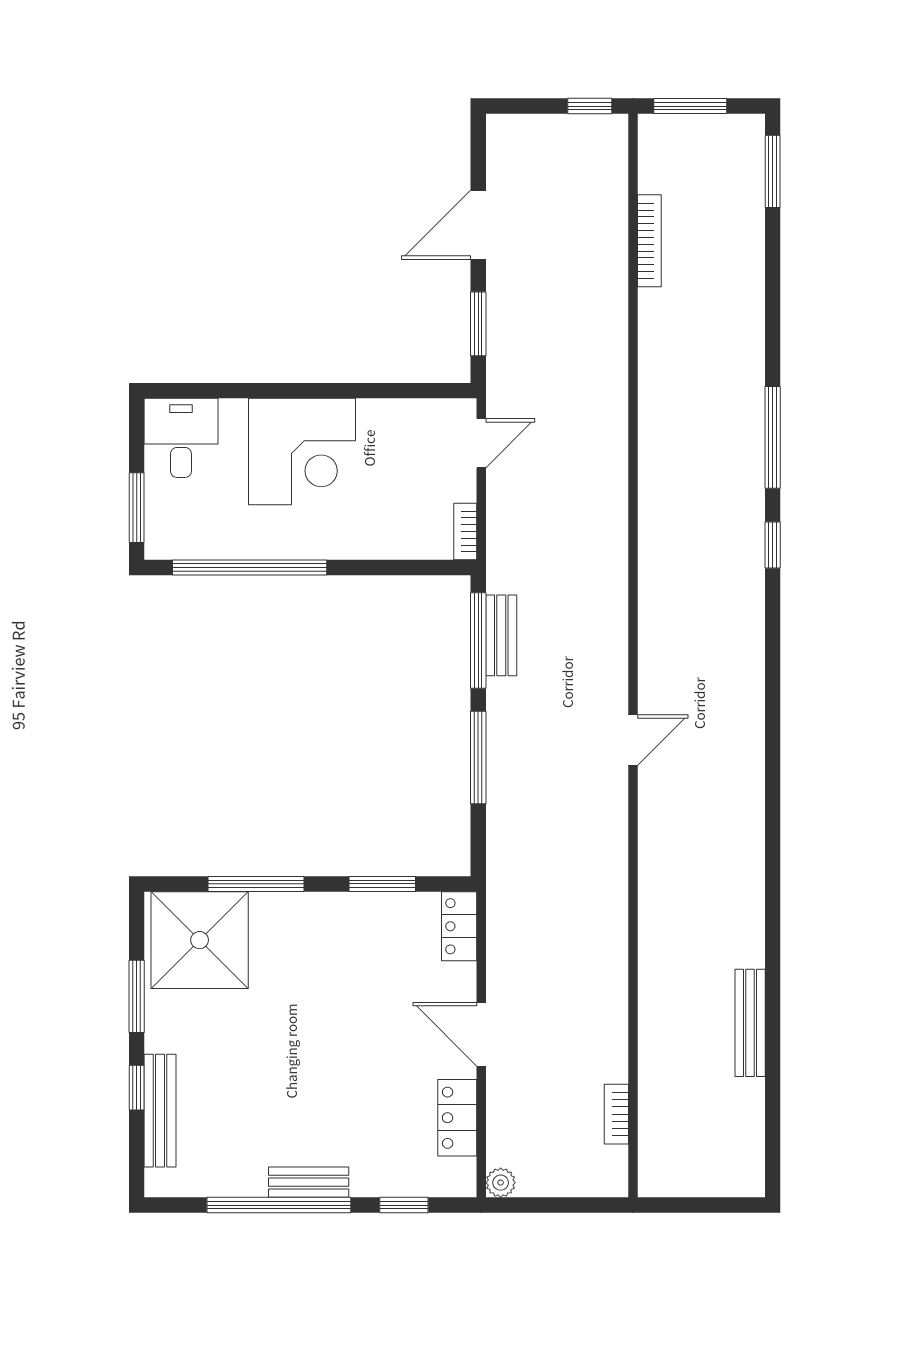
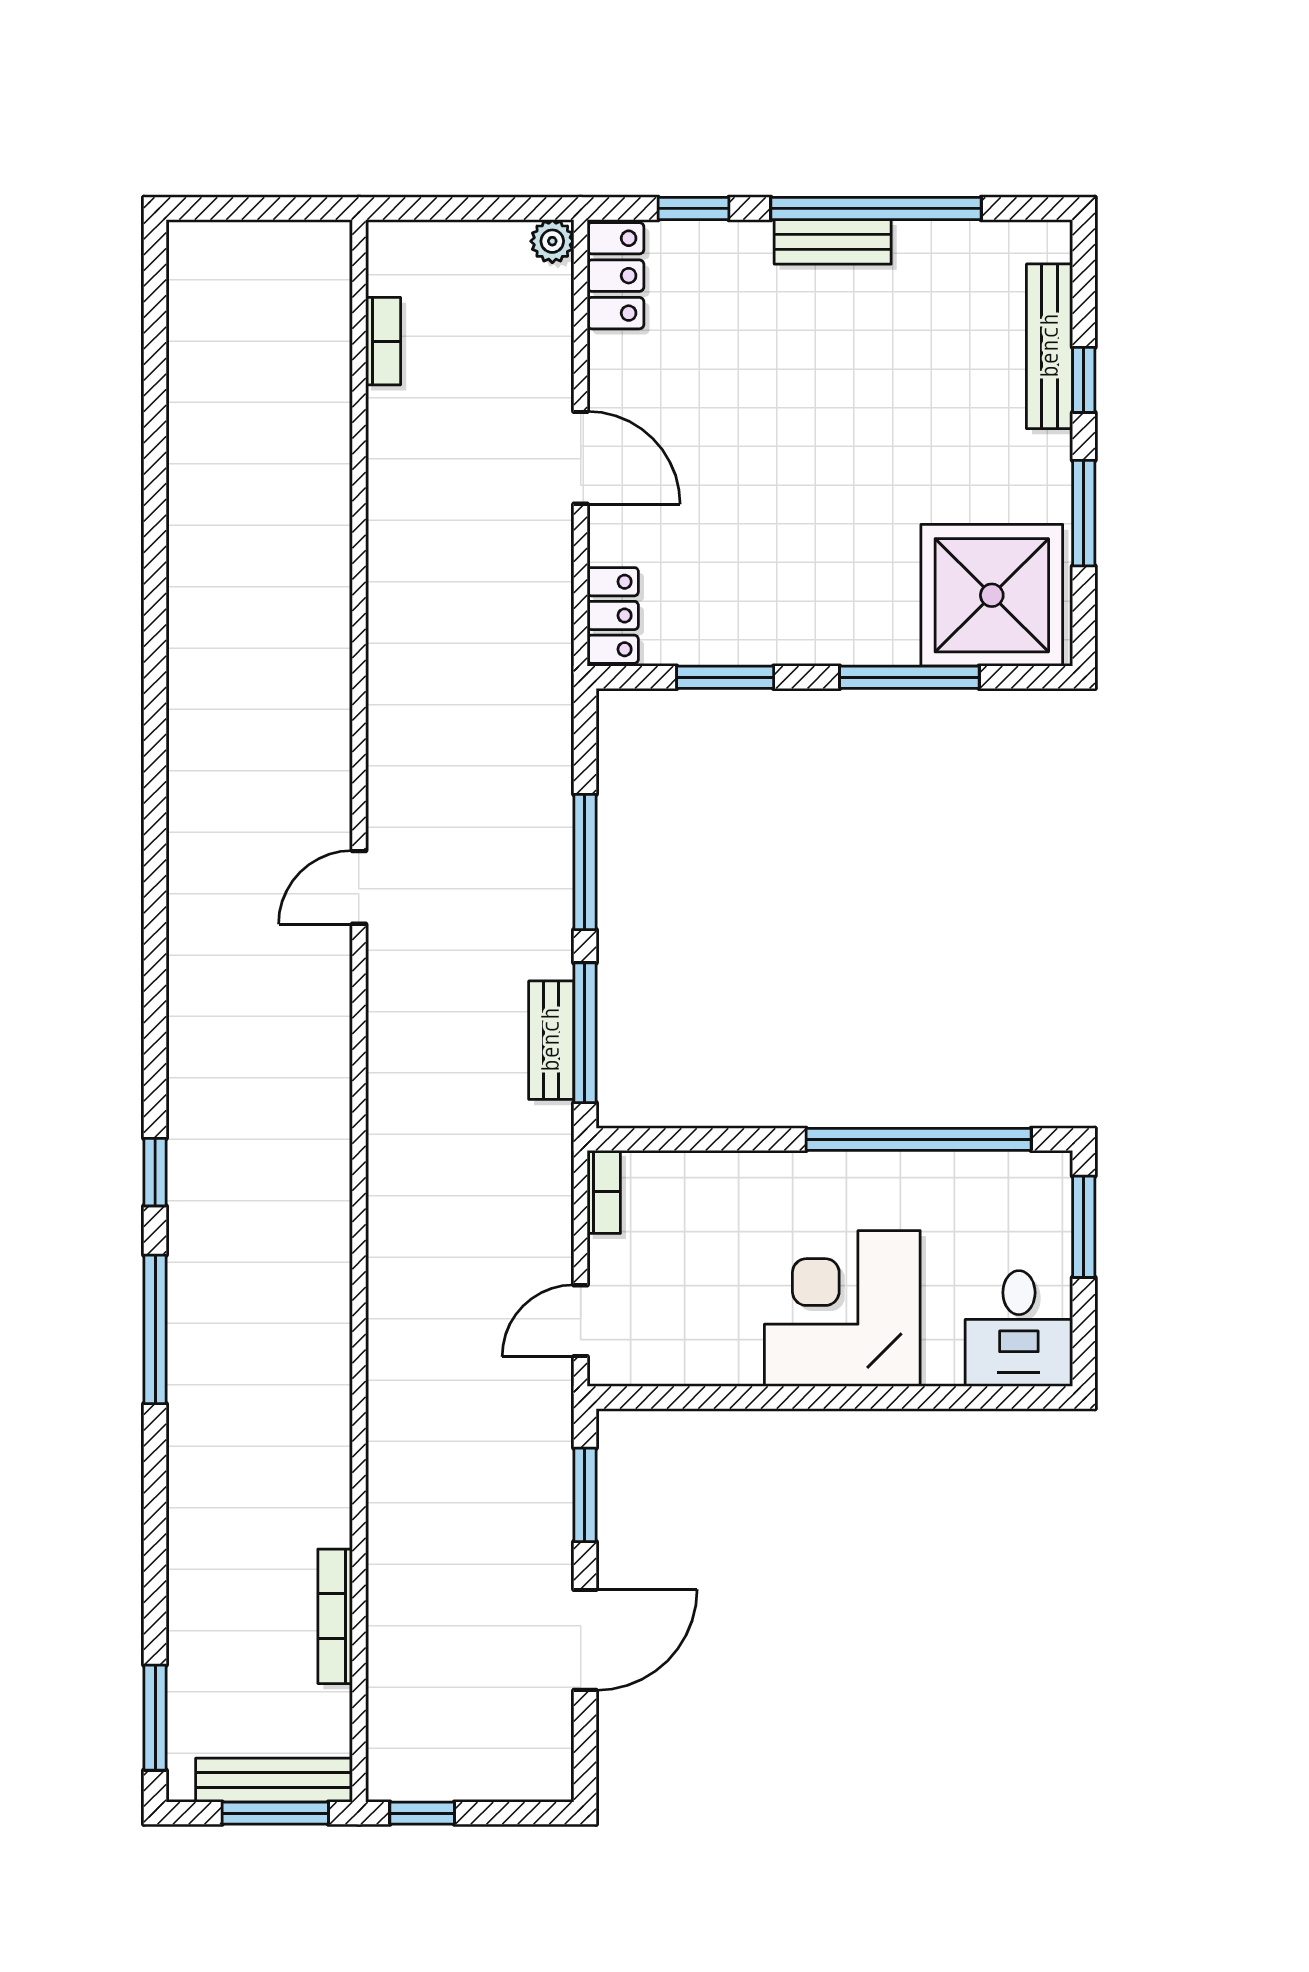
bench: (750, 1023) -> (274, 1780), moved, turned 90
locker: (457, 1118) -> (616, 276), moved

